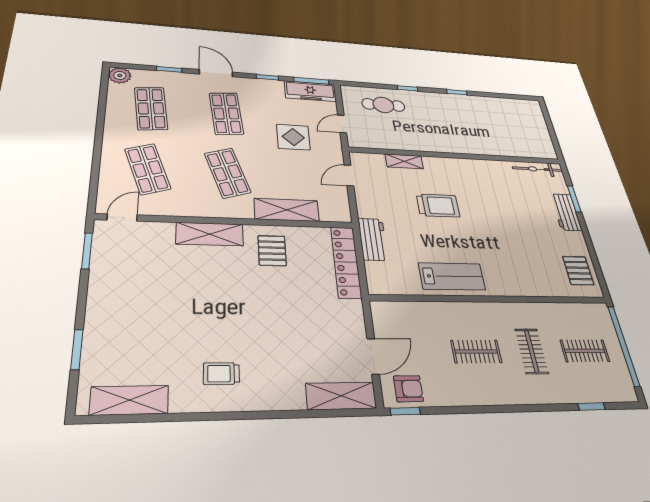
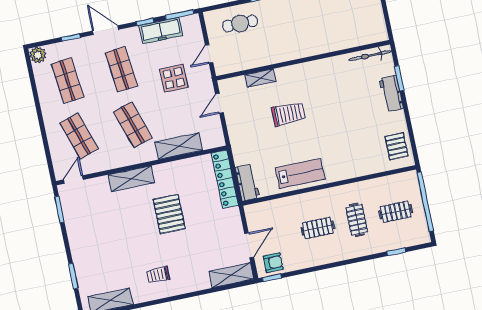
freezer: (310, 91) -> (161, 31), moved
workbench: (373, 239) -> (247, 182), moved
pallet: (272, 251) -> (169, 214), moved, width x1.50, depth x1.42

